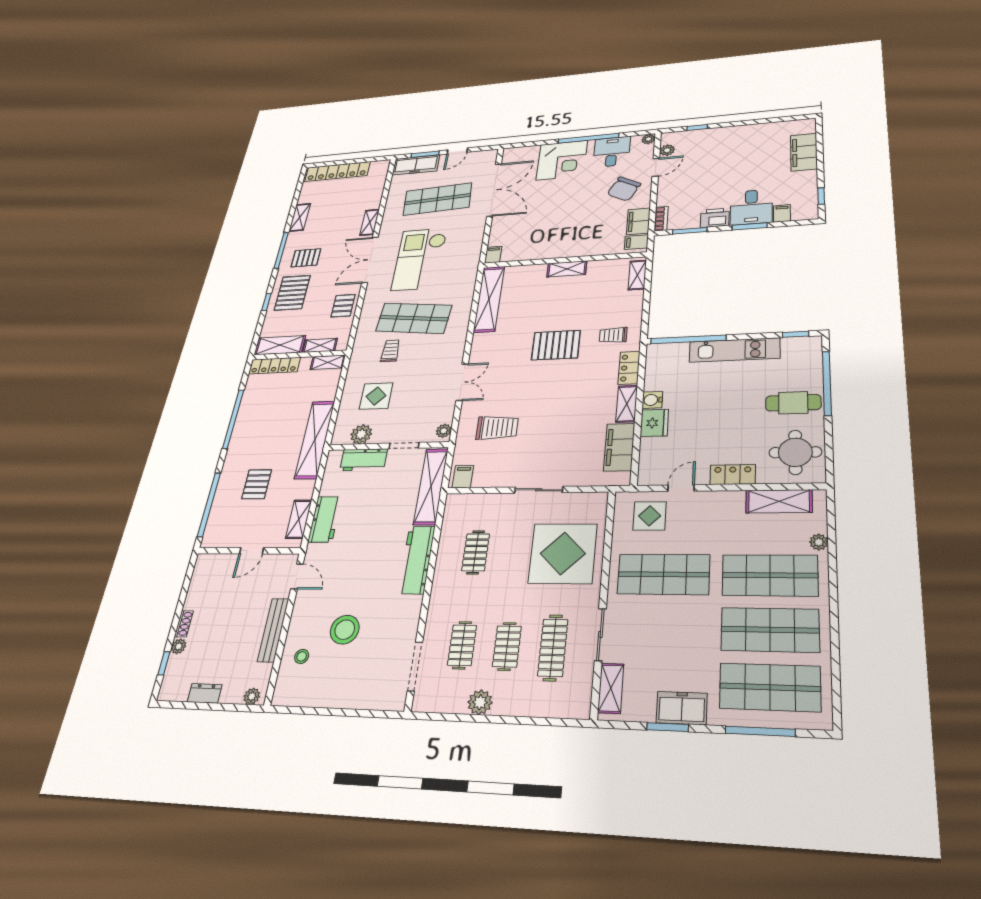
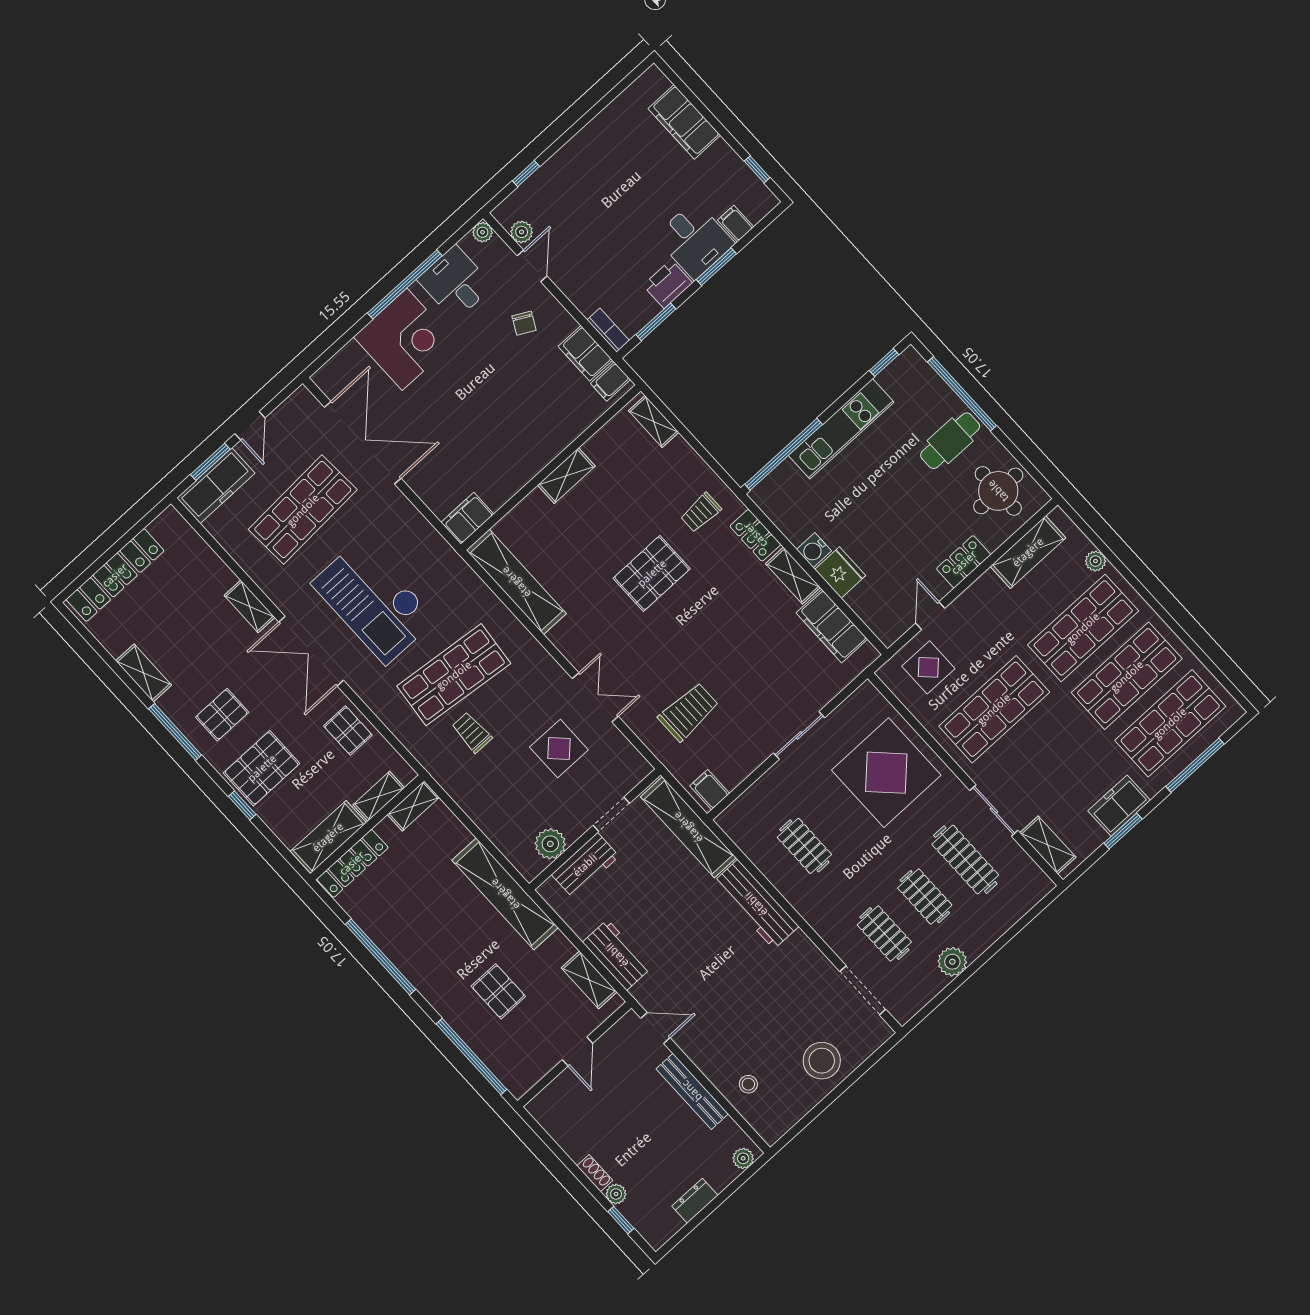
chair: (624, 189) -> (524, 323), width x0.54, depth x0.54
filing cabinet: (493, 255) -> (467, 518), width x2.00
pallet: (292, 293) -> (262, 768), turned 90
display table: (376, 396) -> (559, 748), moved
plant: (444, 431) -> (636, 763), removed
stool: (345, 630) -> (822, 1061), moved

